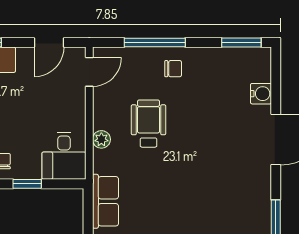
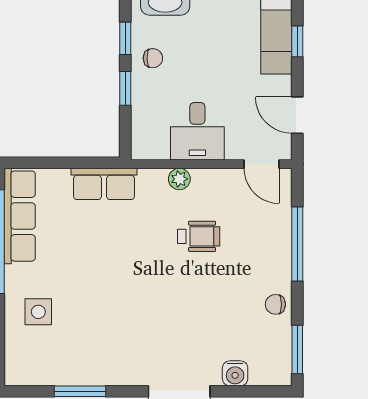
chair: (173, 69) -> (275, 304), moved, turned 90
wheelchair: (149, 124) -> (199, 236), width x0.73, depth x0.73
desk: (64, 156) -> (197, 131), moved, turned -90

